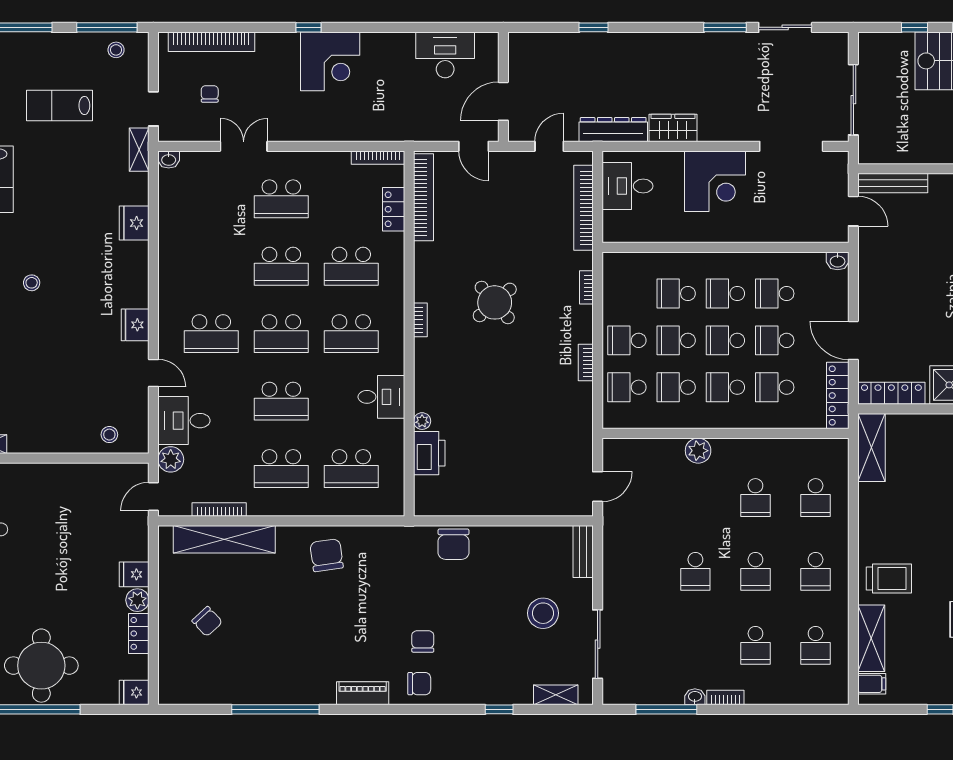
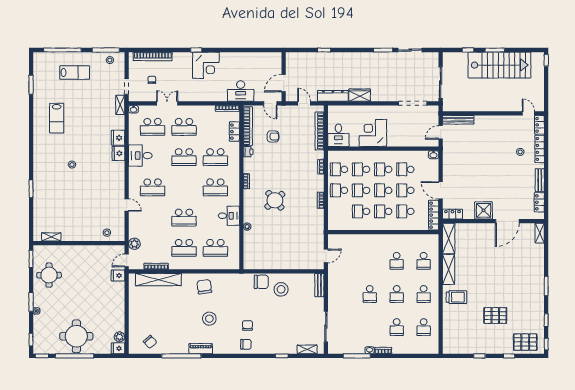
desk: (445, 55) -> (241, 91), moved, turned 180
lab bench: (59, 106) -> (75, 73), moved, turned 180
door: (549, 146) -> (304, 103), hinge flipped
corner desk: (715, 181) -> (373, 133), moved, turned 180
desk: (627, 186) -> (338, 135), moved, turned -90
door: (853, 211) -> (441, 132), swing flipped
armchair: (480, 220) -> (273, 136), added
round table: (495, 302) -> (275, 200), moved
fridge: (135, 325) -> (118, 153), moved
school desk: (281, 334) -> (153, 127), moved
school desk: (627, 387) -> (339, 169), moved
locker: (891, 393) -> (452, 214), width x0.66
desk: (184, 421) -> (140, 156), moved
plant: (698, 451) -> (371, 240), removed
printer: (429, 453) -> (248, 152), moved, width x0.53, depth x0.68
chair: (454, 544) -> (261, 282), turned -90
fridge: (134, 574) -> (118, 276), moved
plant: (137, 600) -> (119, 337), moved
stool: (543, 613) -> (281, 289), moved
chair: (207, 621) -> (150, 342), moved
stool: (338, 626) -> (209, 319), added
locker: (139, 633) -> (120, 322), removed
shelving: (871, 638) -> (449, 269), moved
filing cabinet: (872, 684) -> (449, 344), removed
piano: (363, 693) -> (201, 349), moved

